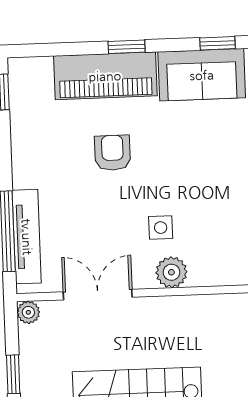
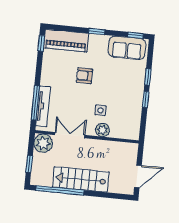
piano: (105, 76) -> (66, 41), moved
armchair: (112, 153) -> (84, 76), turned -90
plant: (28, 312) -> (43, 143), width x1.87, depth x1.87

